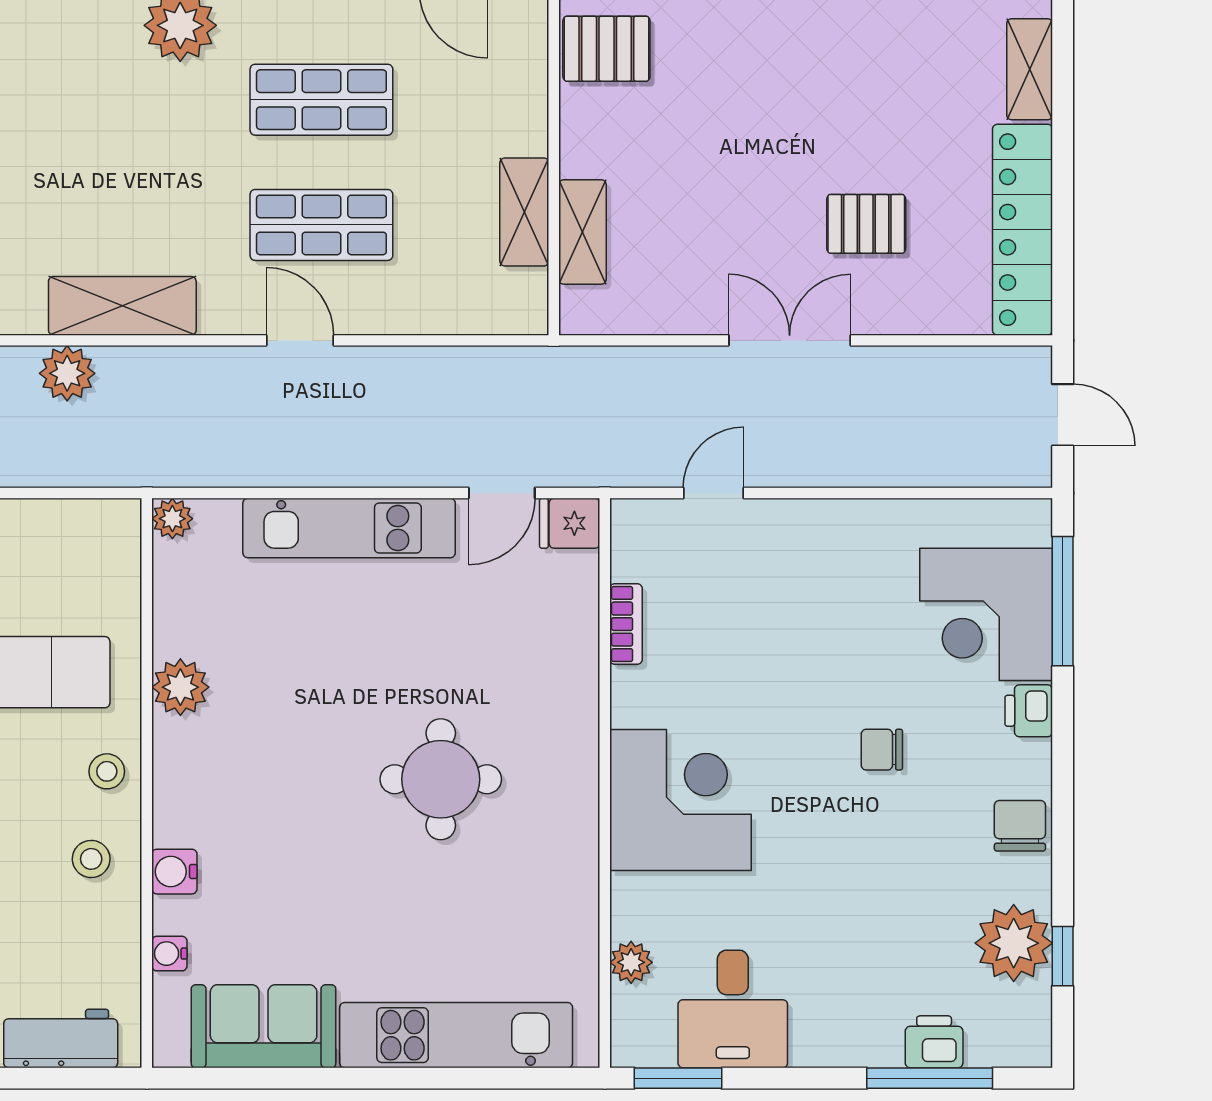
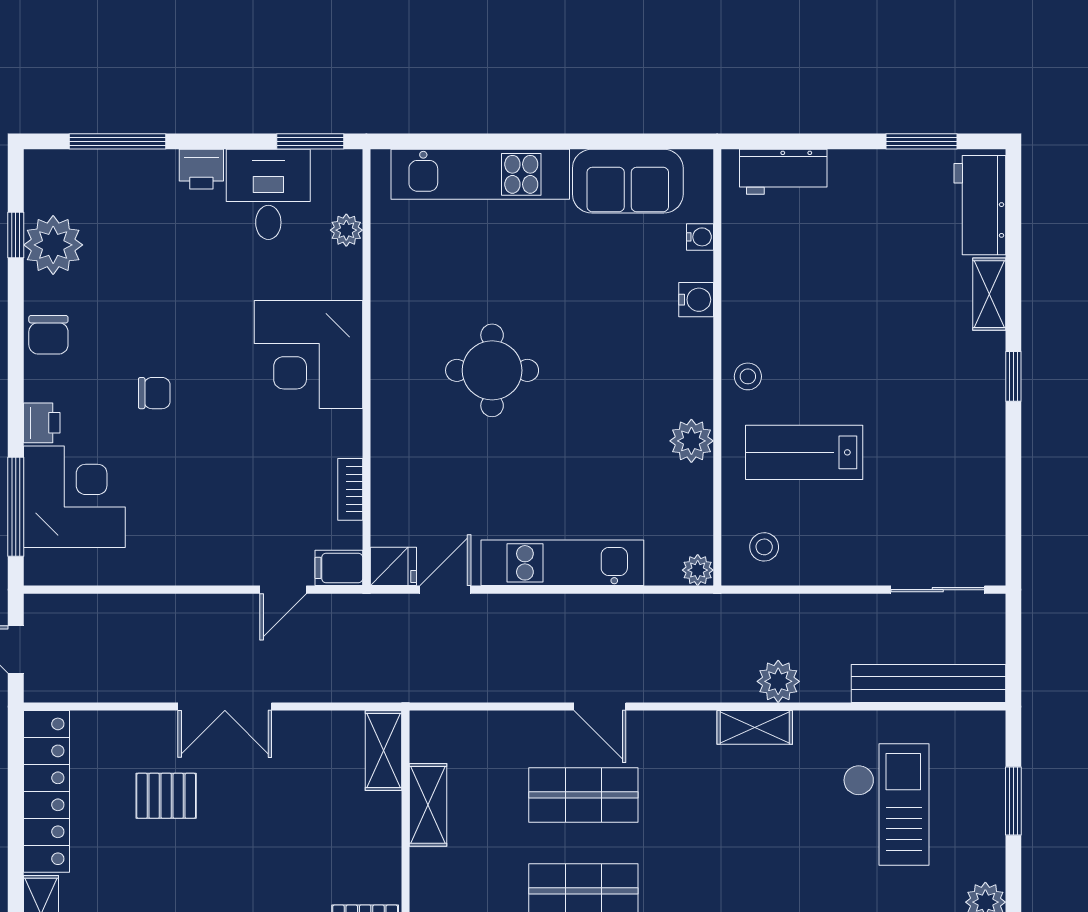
shelving: (582, 232) -> (383, 751), moved
shelving: (122, 306) -> (755, 727), width x0.67, depth x0.75
filing cabinet: (641, 521) -> (339, 568), added
stool: (91, 859) -> (764, 547), moved
printer: (934, 1042) -> (201, 169), moved

